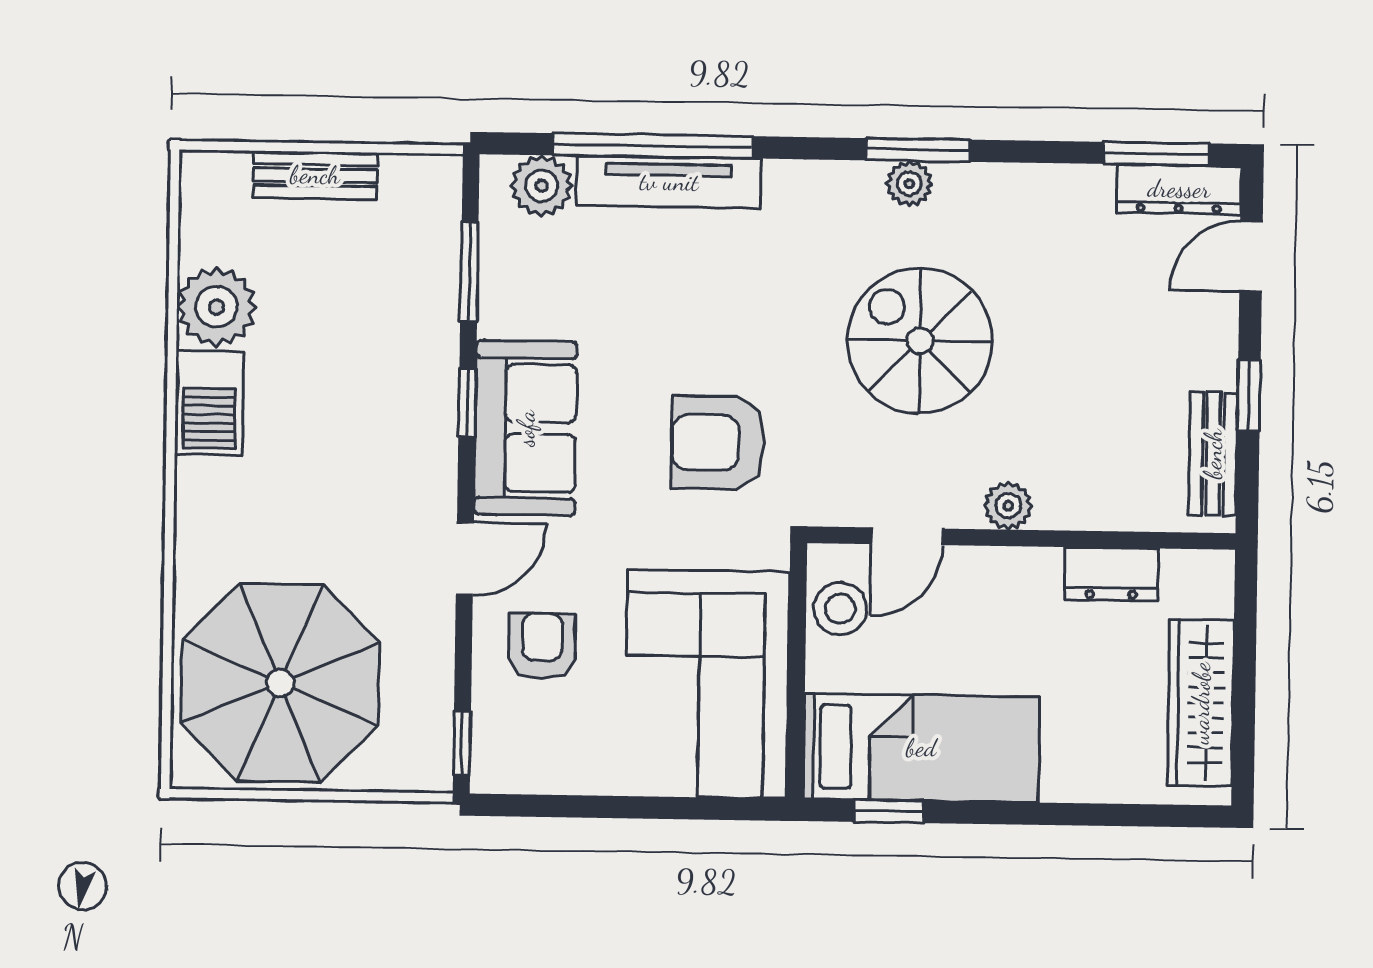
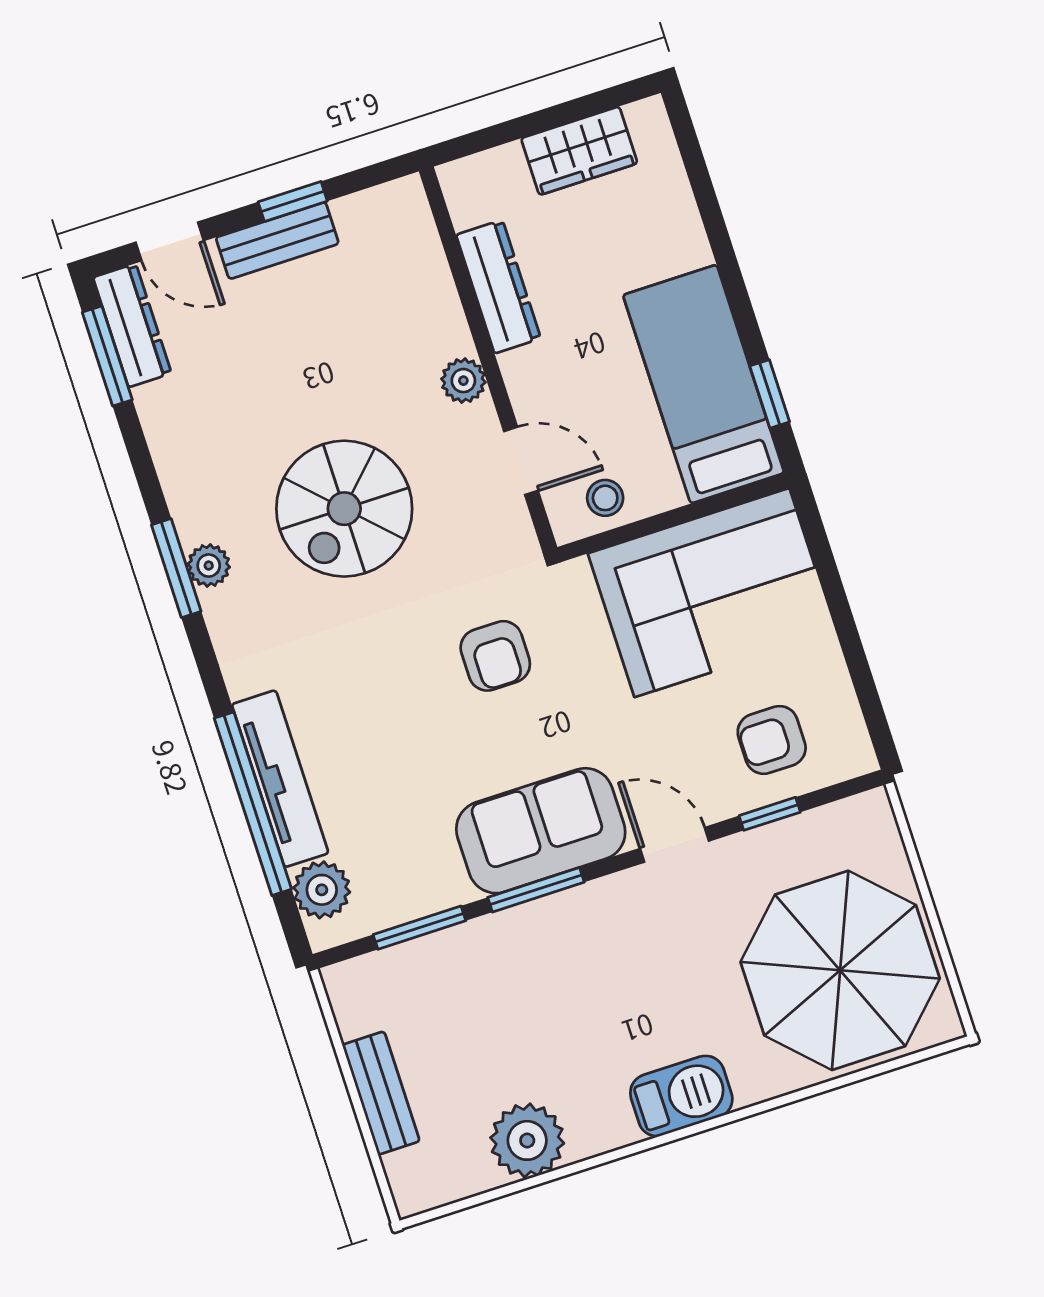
barbecue: (209, 403) -> (681, 1096), moved
window: (467, 403) -> (536, 890), width x1.50
armchair: (718, 443) -> (495, 656), width x0.72, depth x0.72
bench: (1213, 454) -> (277, 241), moved
dresser: (1112, 574) -> (498, 287), width x1.44
stool: (840, 609) -> (605, 498), width x0.73, depth x0.73
armchair: (542, 646) -> (772, 740), moved
wardrobe: (1201, 703) -> (579, 151), width x0.67
window: (462, 743) -> (770, 814), moved

